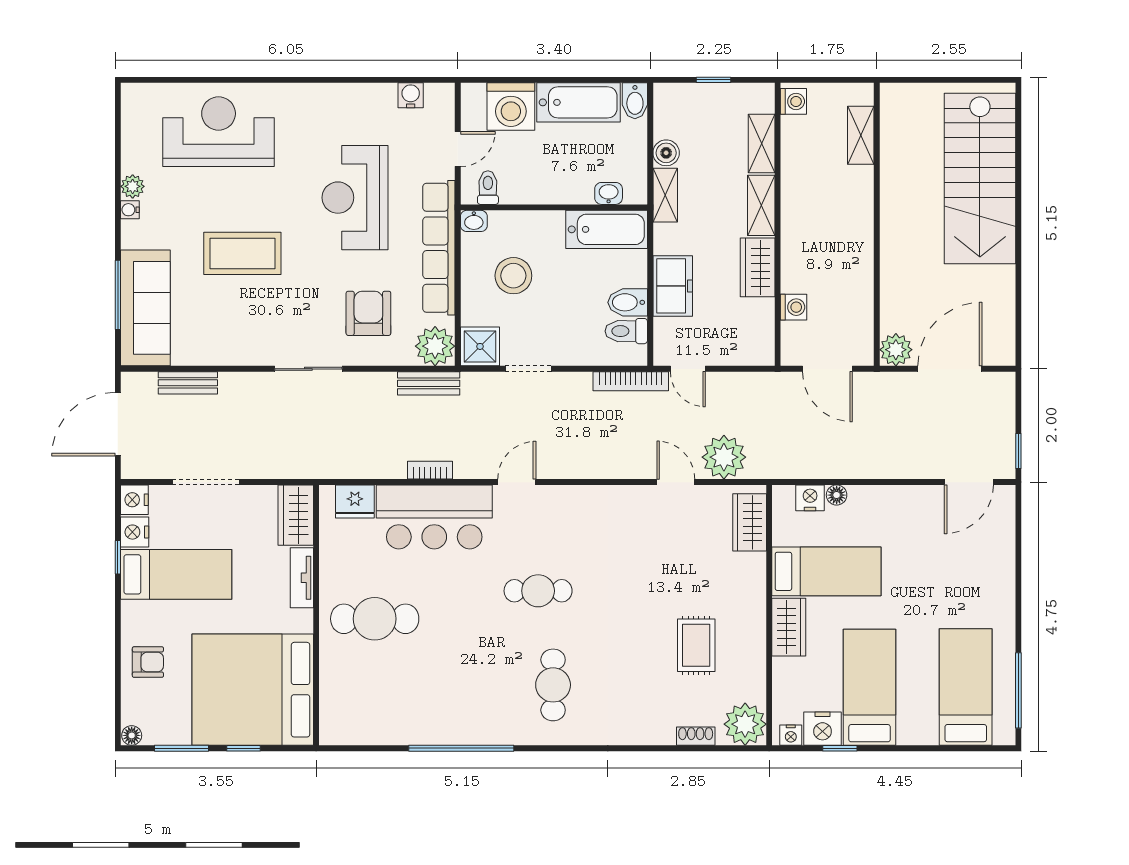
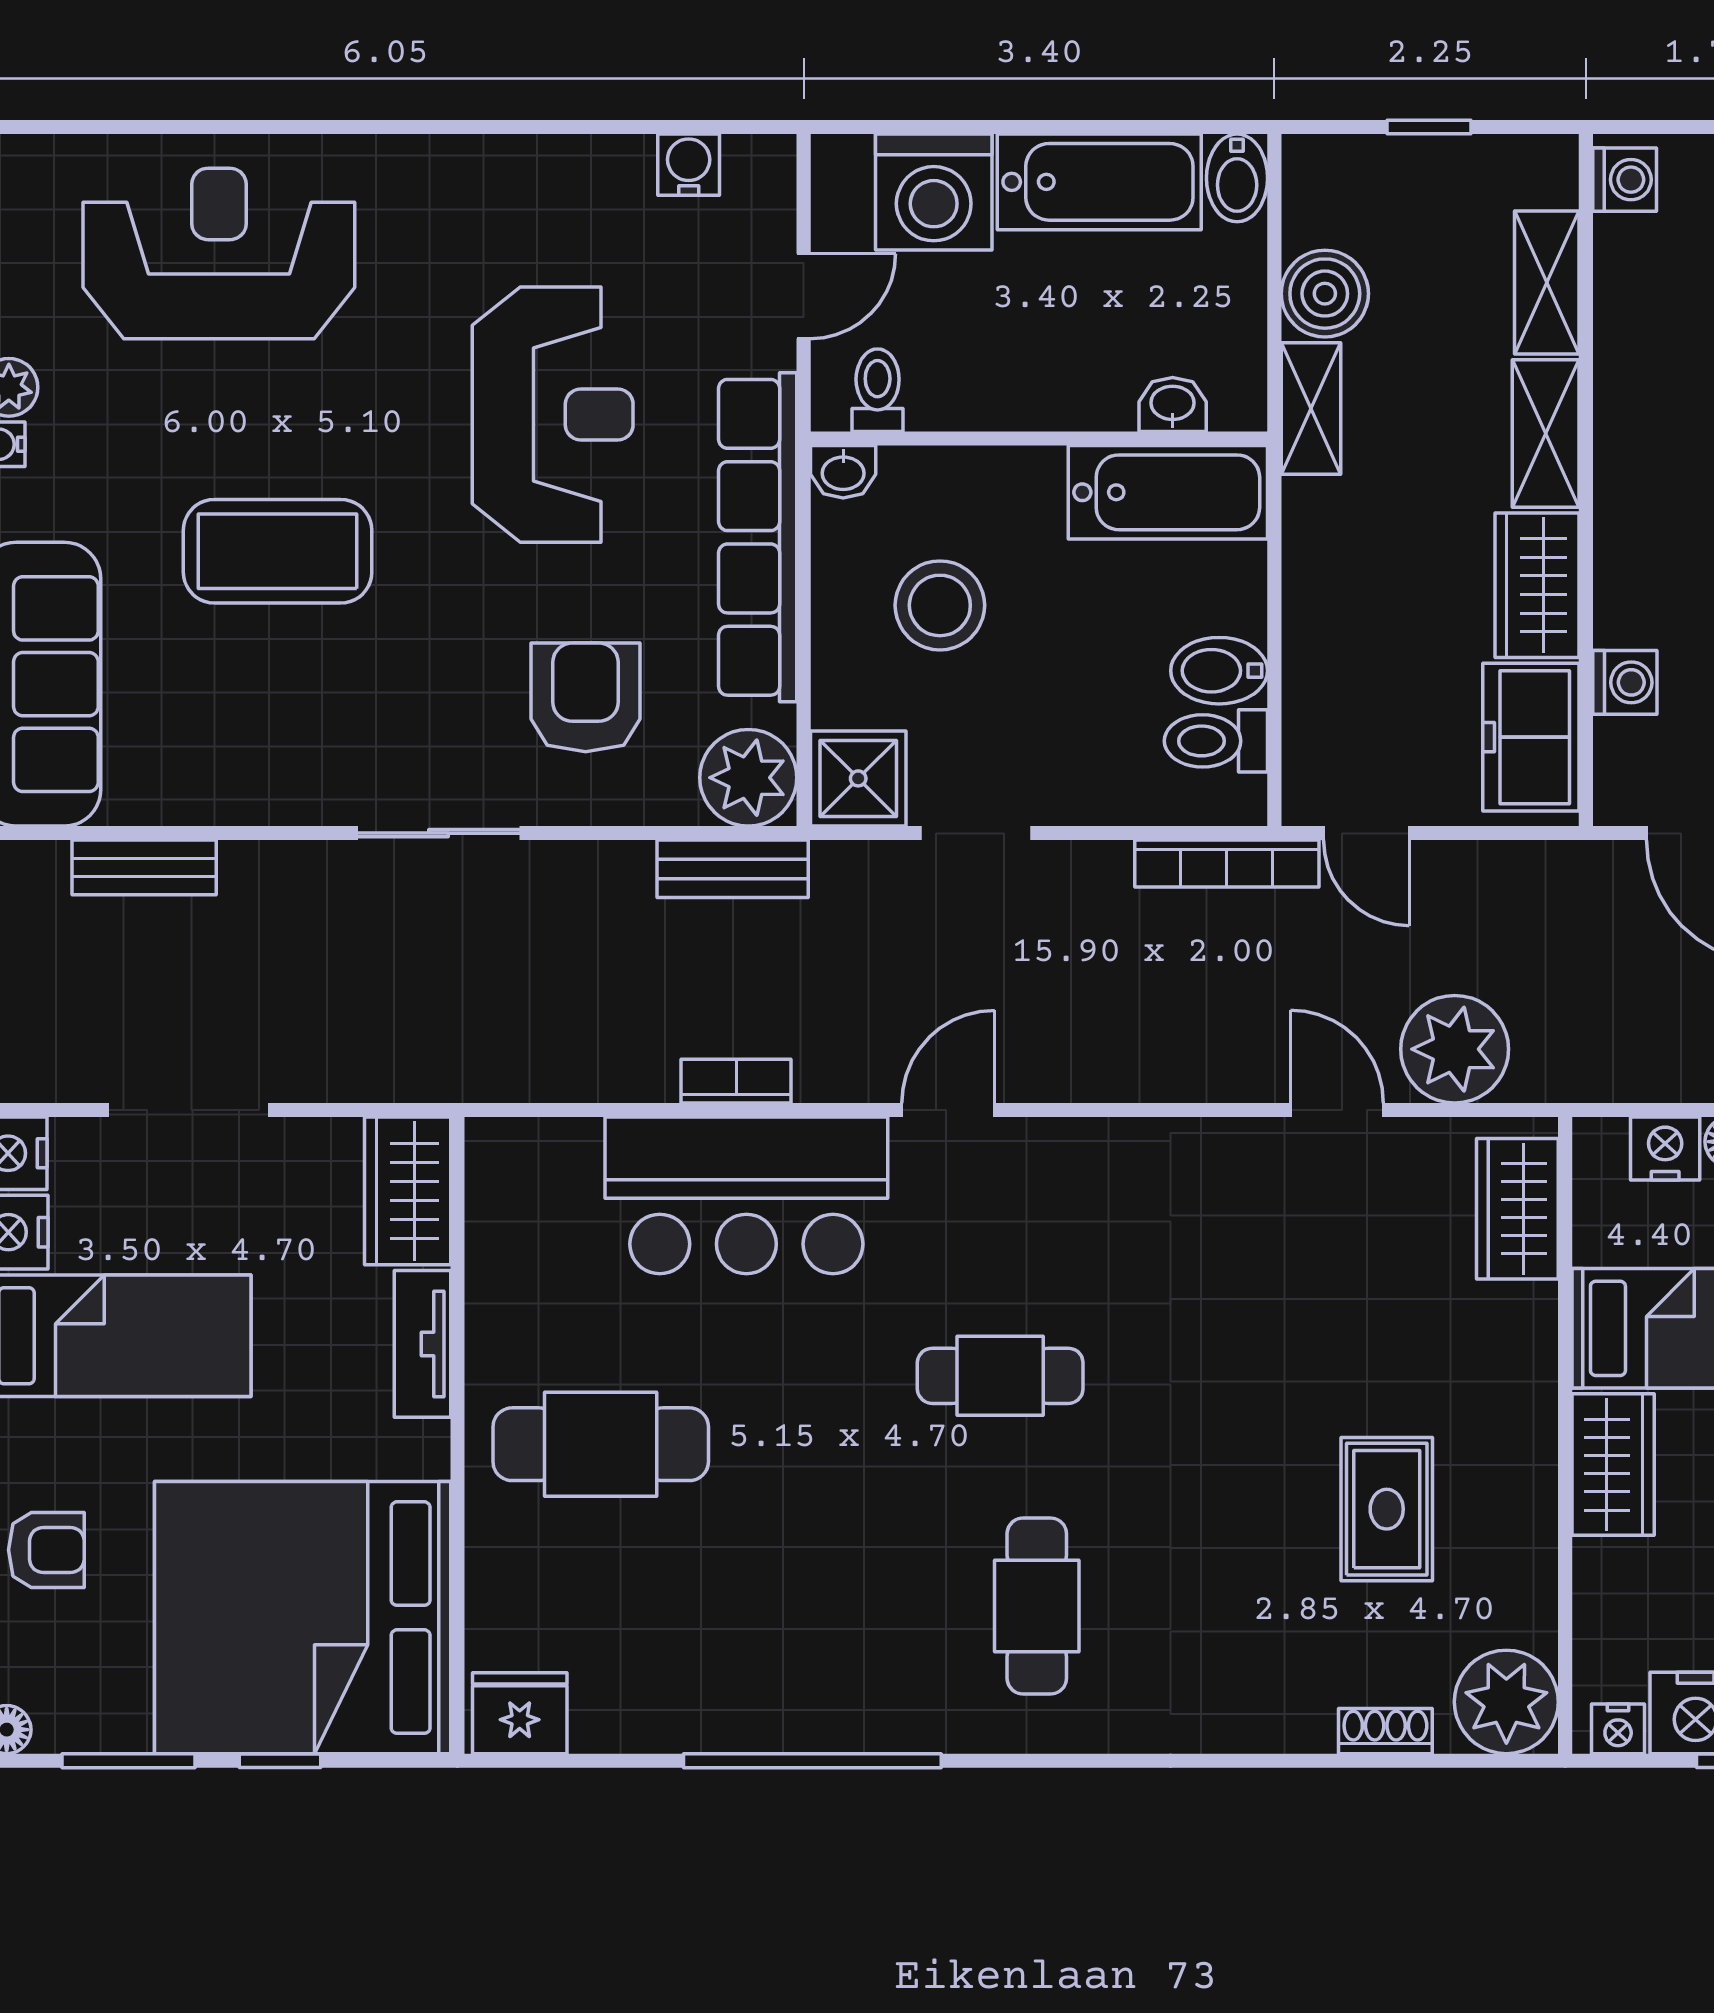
boiler: (666, 153) -> (1325, 294), width x1.36, depth x1.36
reception desk: (355, 198) -> (553, 415), turned 180
freezer: (673, 286) -> (1531, 737), moved, turned 180
fridge: (355, 501) -> (520, 1713), moved, turned 180

